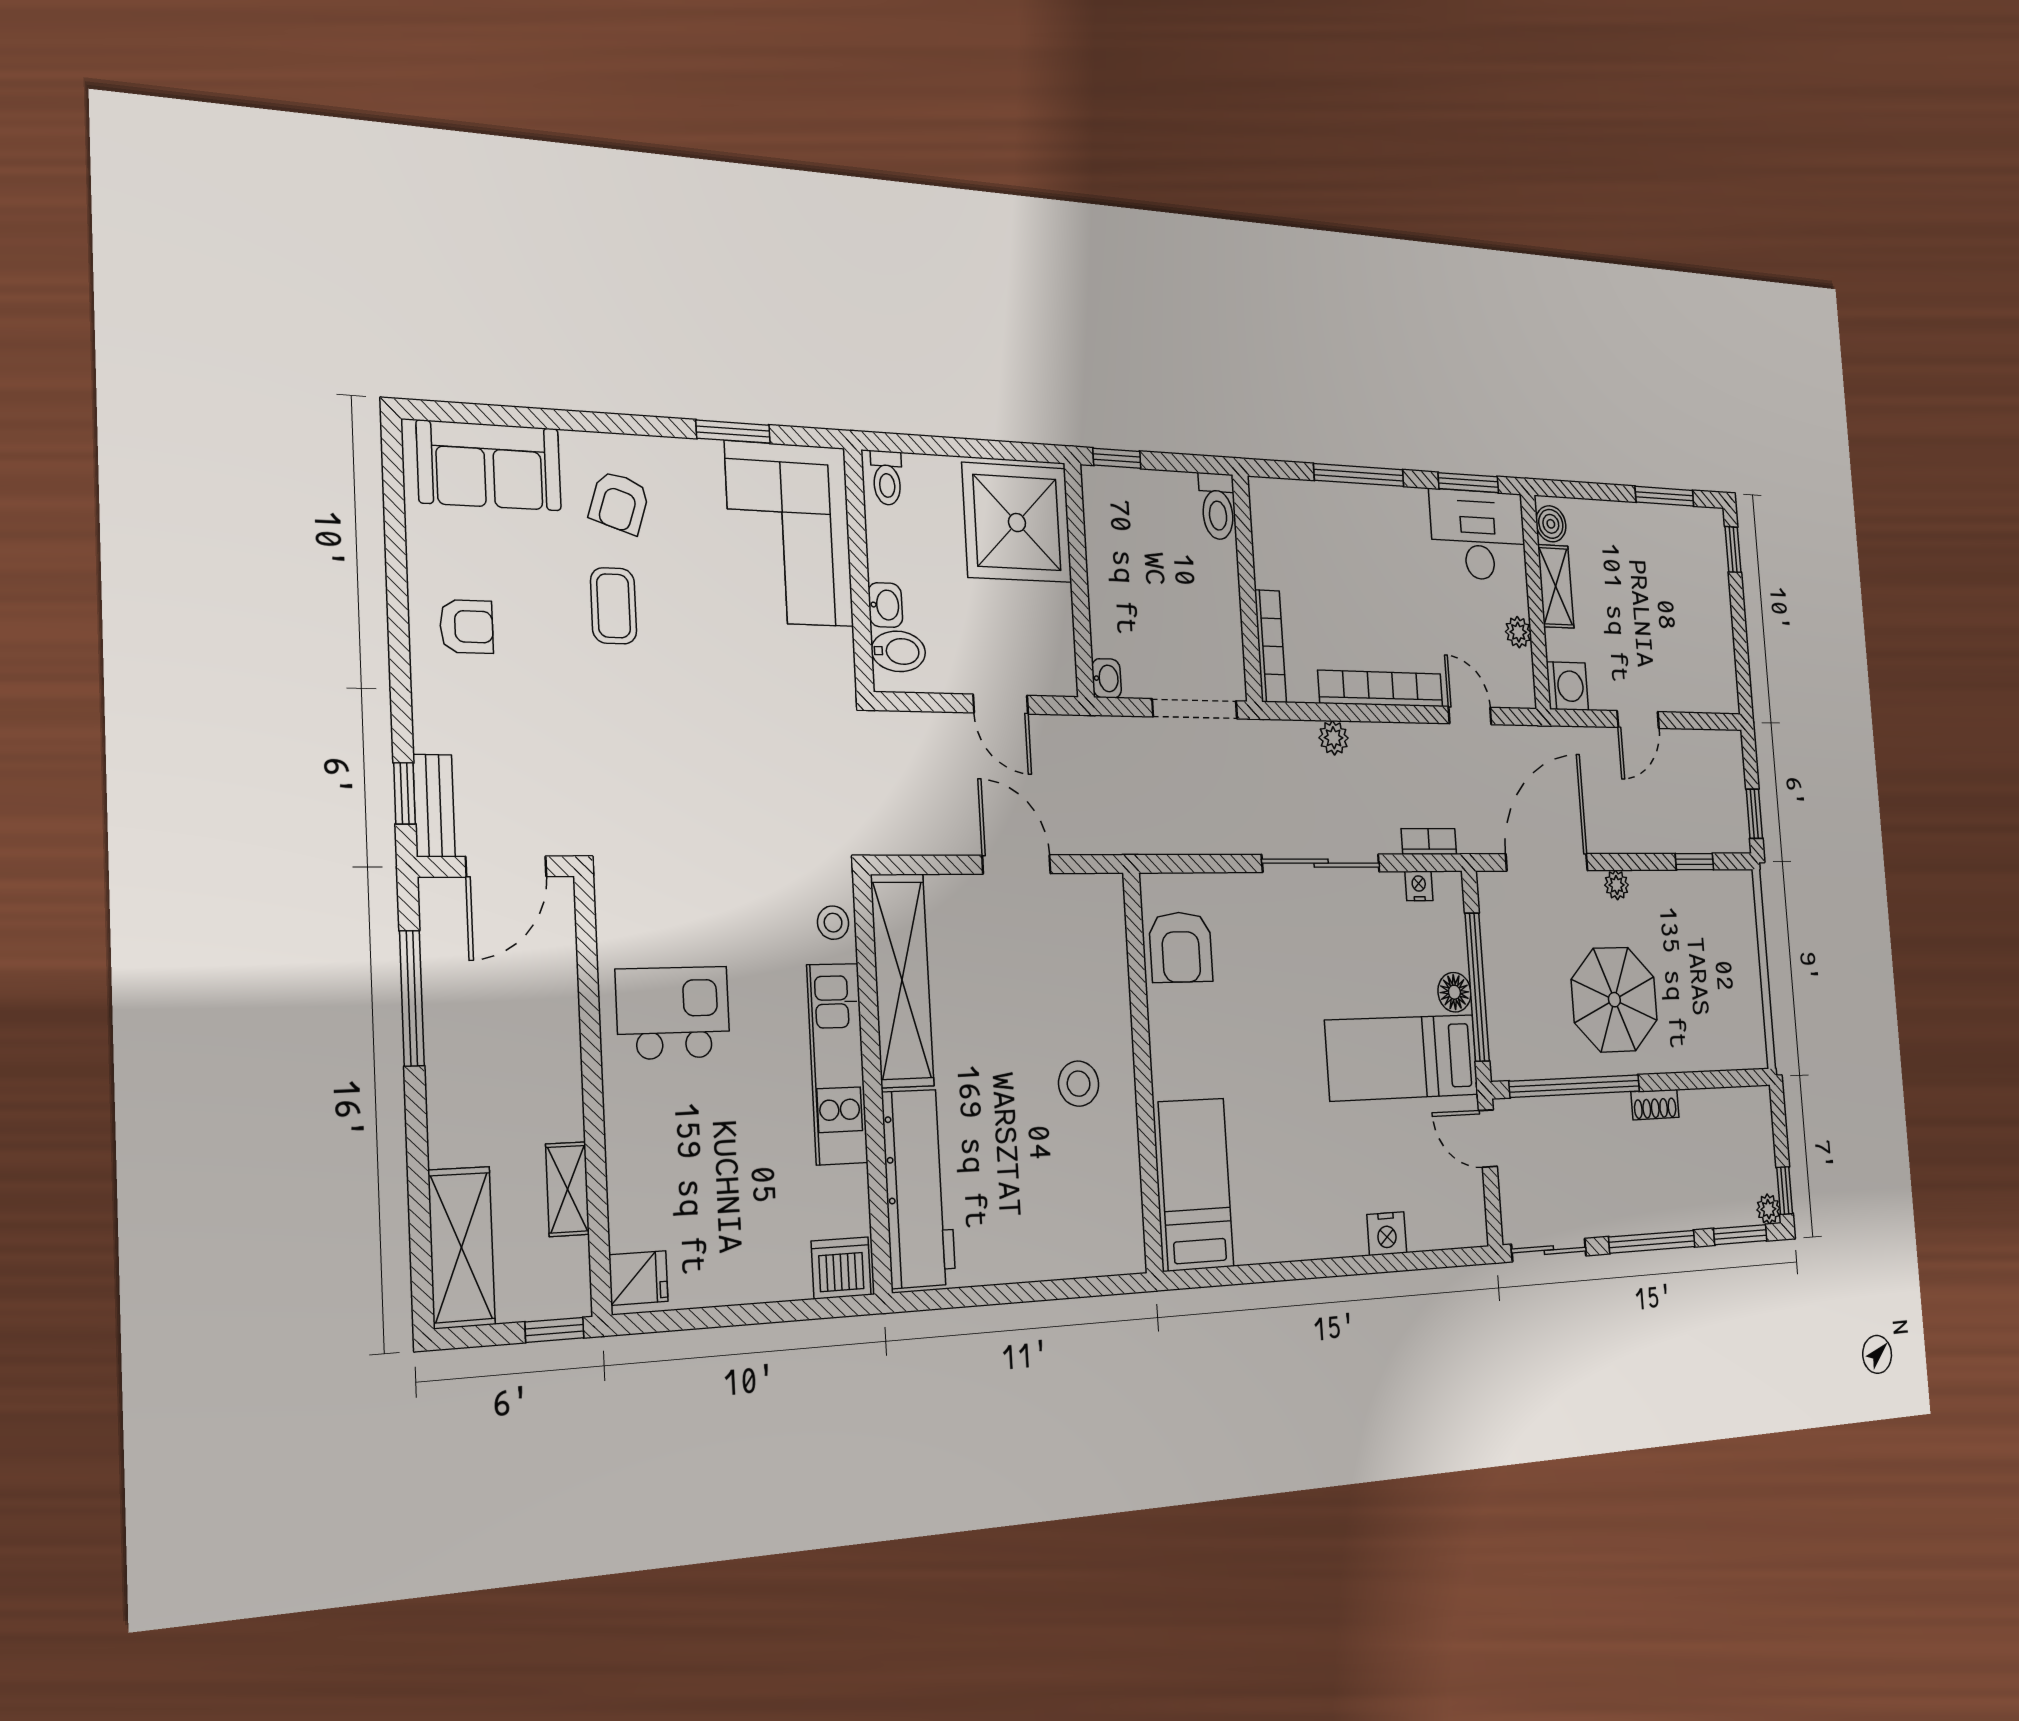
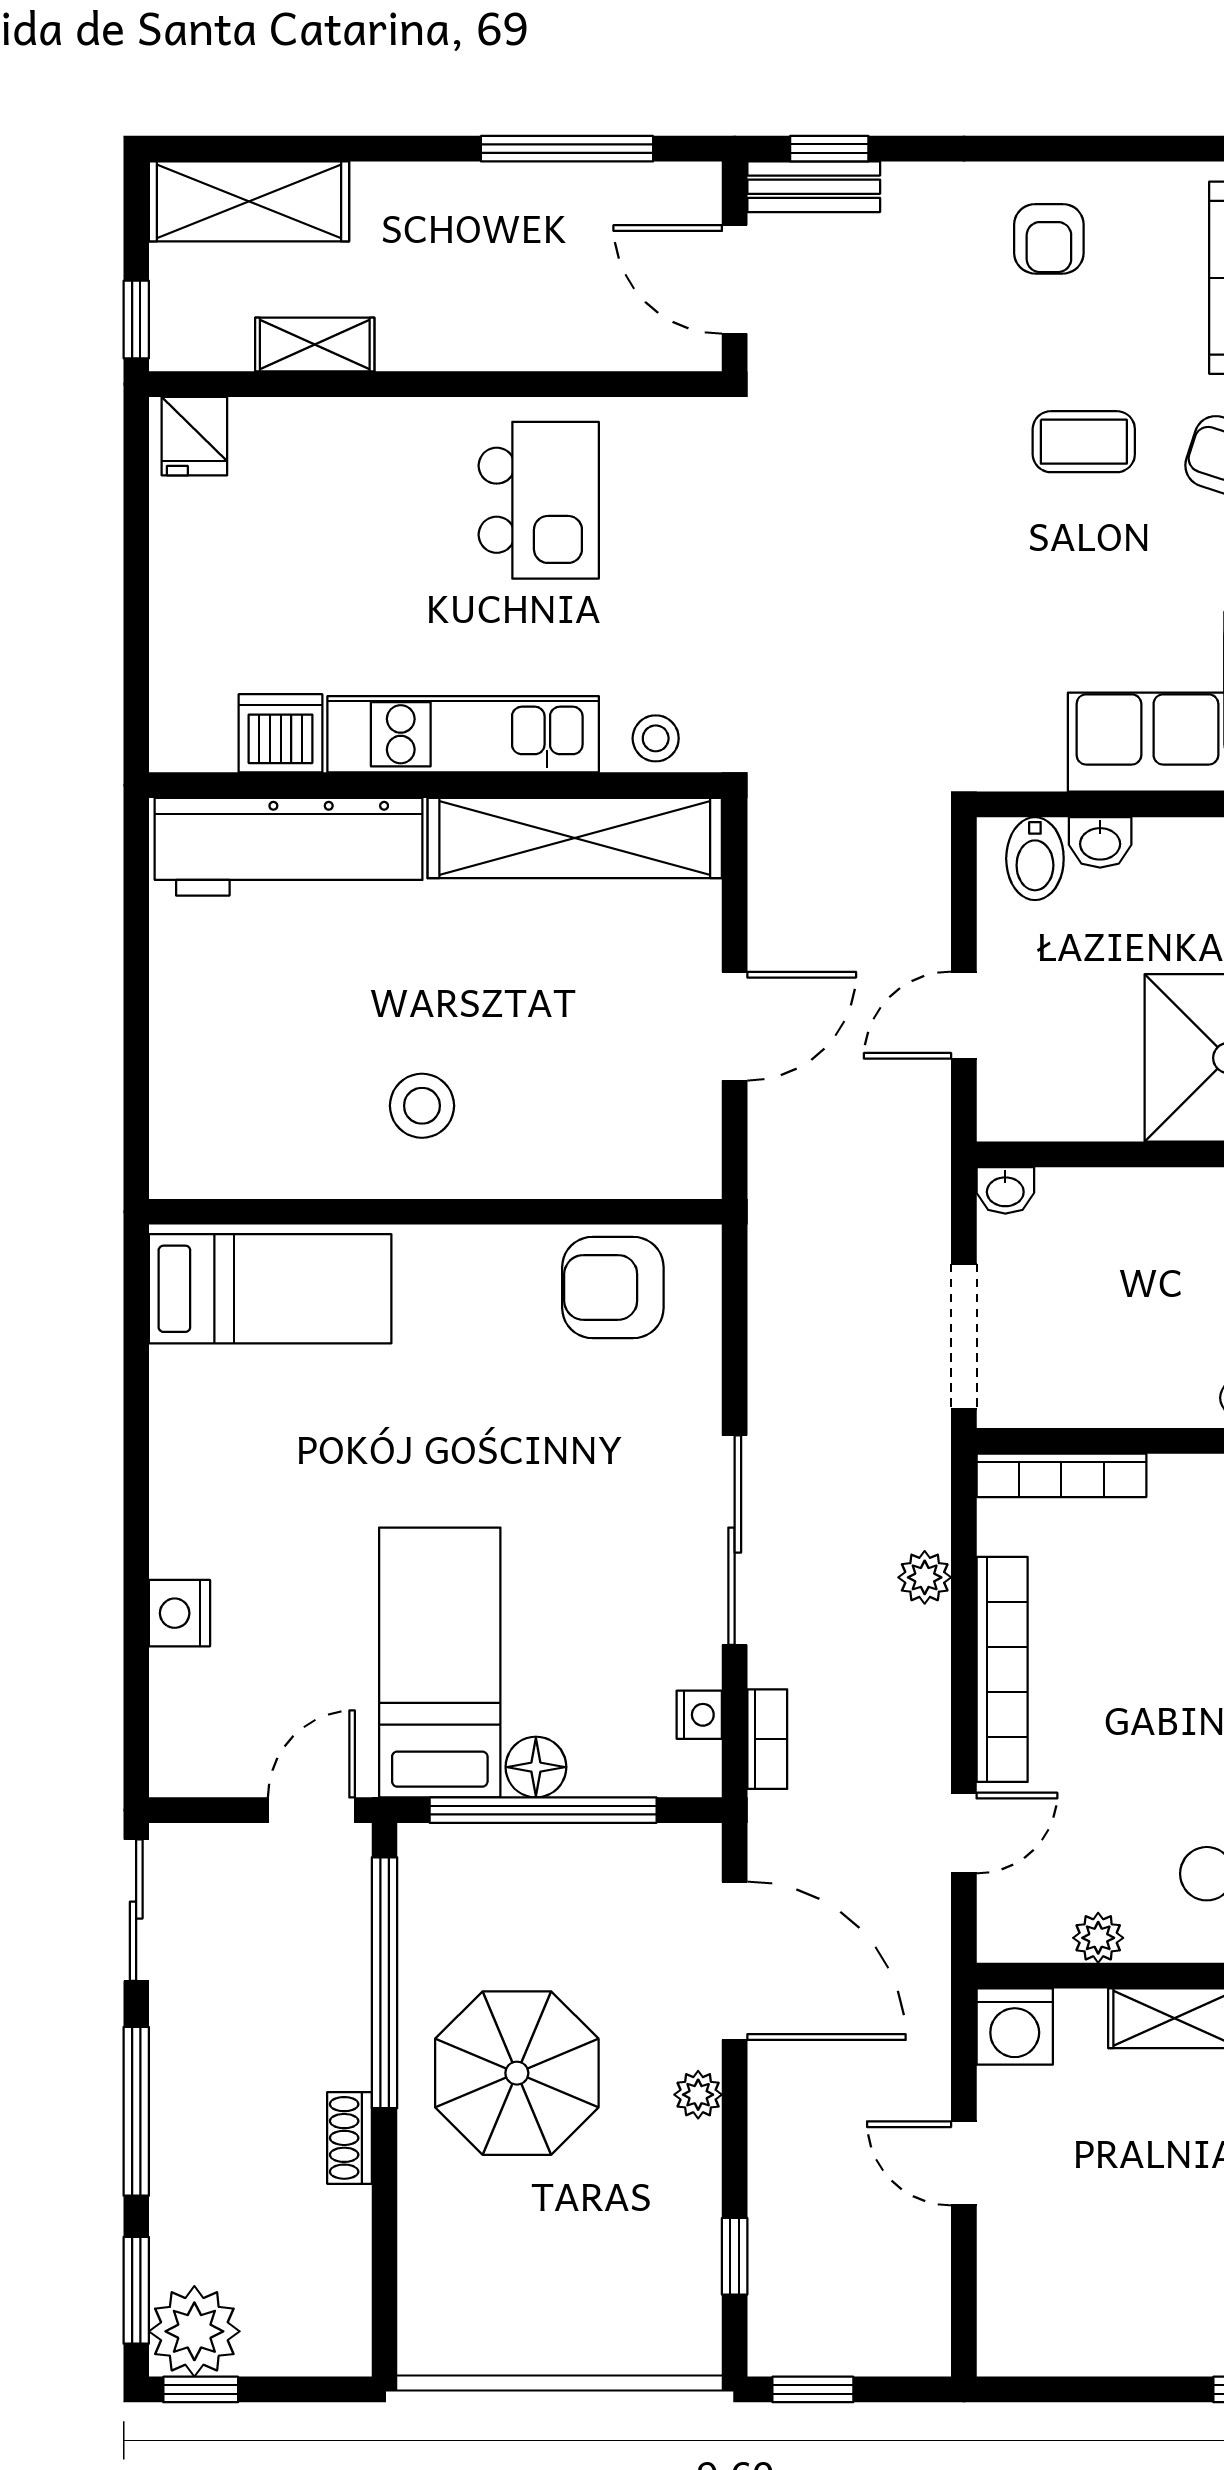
plant: (1768, 1209) -> (194, 2331), width x1.88, depth x1.88
dishwasher: (841, 1268) -> (281, 733), moved, turned -90

